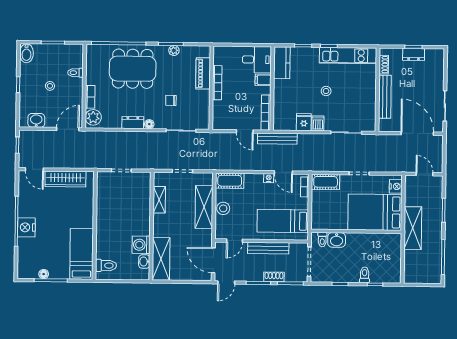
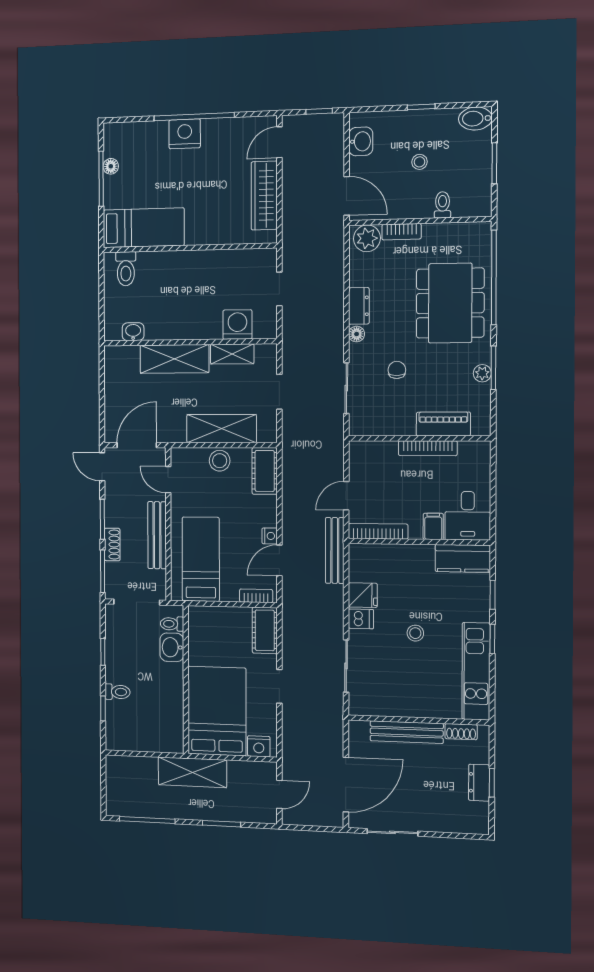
washing machine: (141, 245) -> (237, 325), moved
shelving: (161, 259) -> (174, 359), moved

